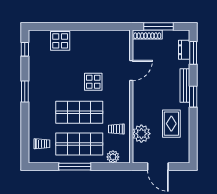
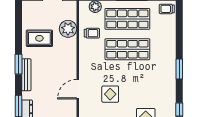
display table: (93, 82) -> (110, 94), moved
rug: (171, 124) -> (39, 38), turned 90
trolley: (42, 144) -> (167, 9), moved

